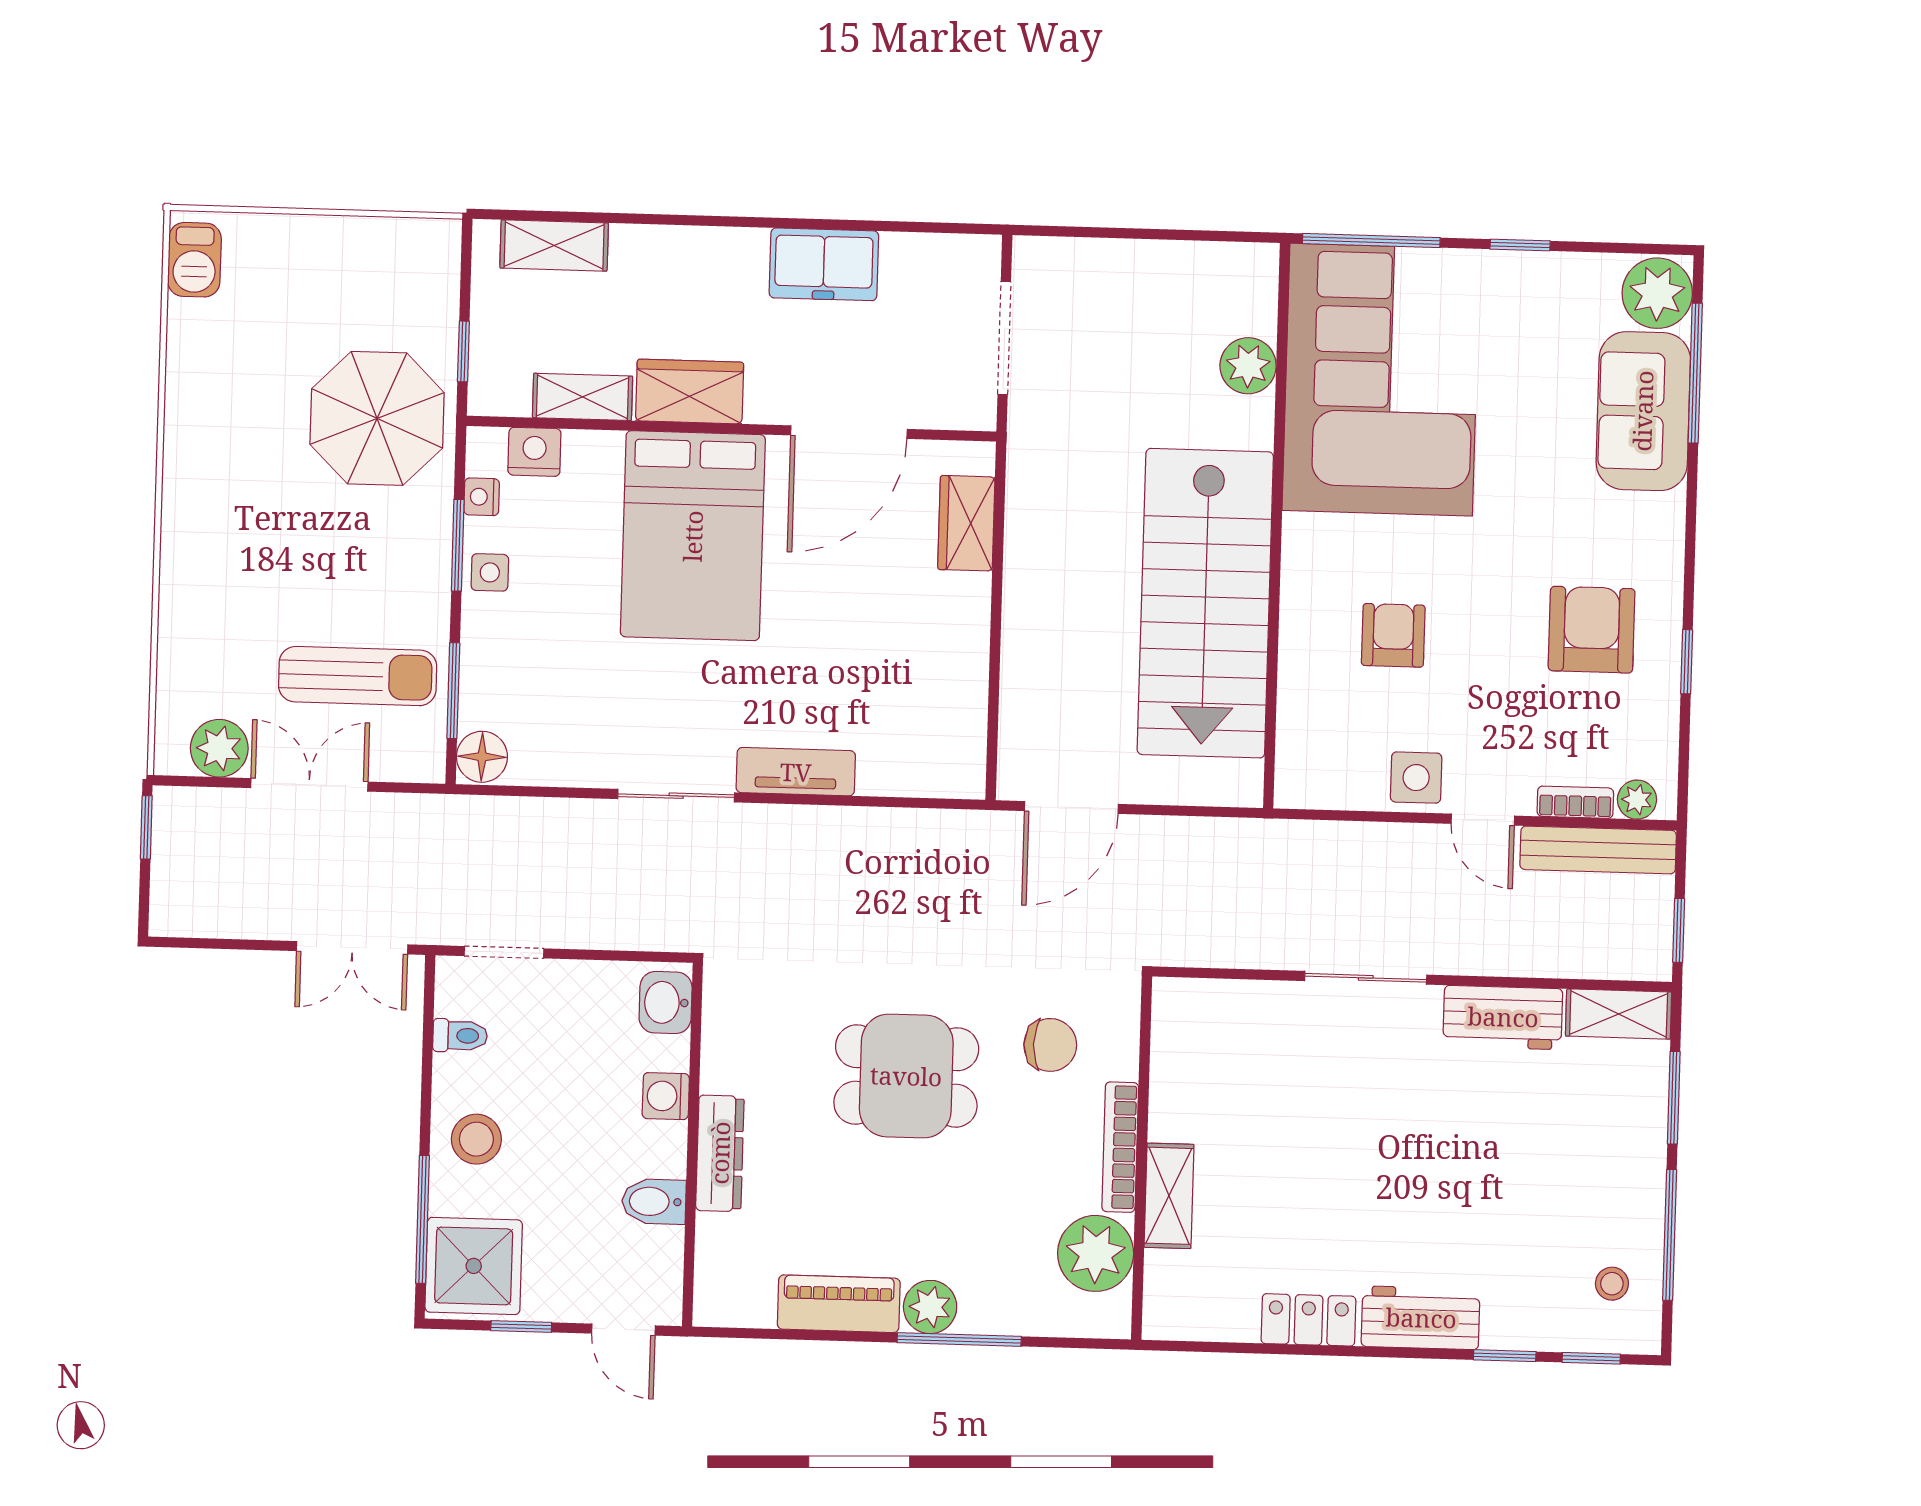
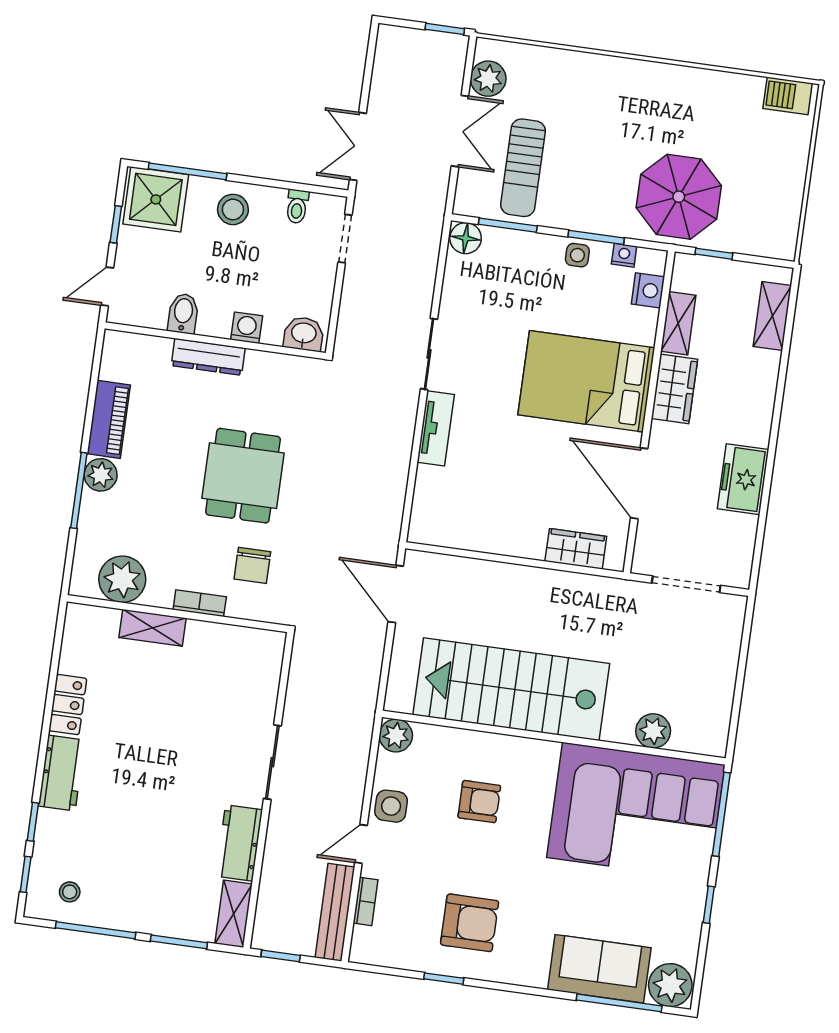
plant: (1637, 800) -> (396, 736), moved, width x1.38, depth x1.38
bookcase: (1120, 1147) -> (200, 603), width x0.64

